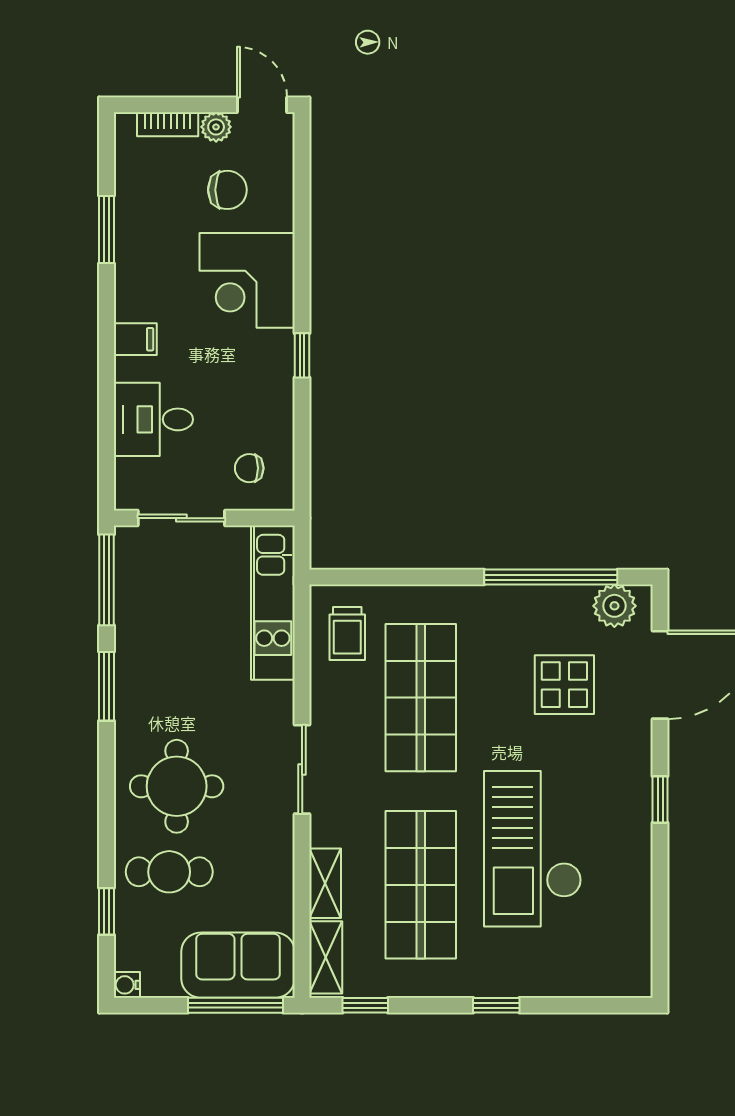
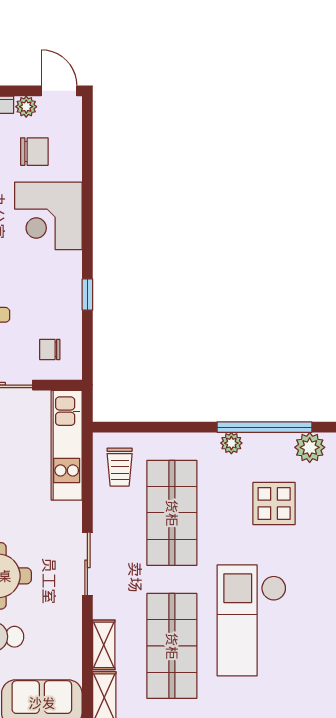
window: (302, 355) -> (87, 295), moved
plant: (504, 600) -> (231, 443), added

